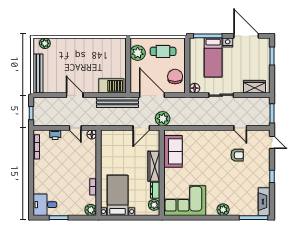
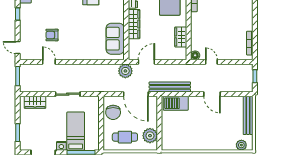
floor lamp: (195, 88) -> (94, 101), removed
printer: (55, 135) -> (231, 55), removed
wardrobe: (106, 153) -> (181, 37), added

